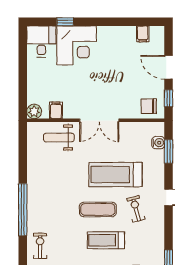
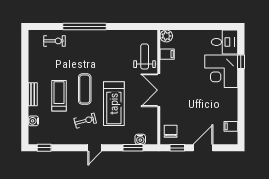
treadmill: (115, 175) -> (114, 104), turned 180

